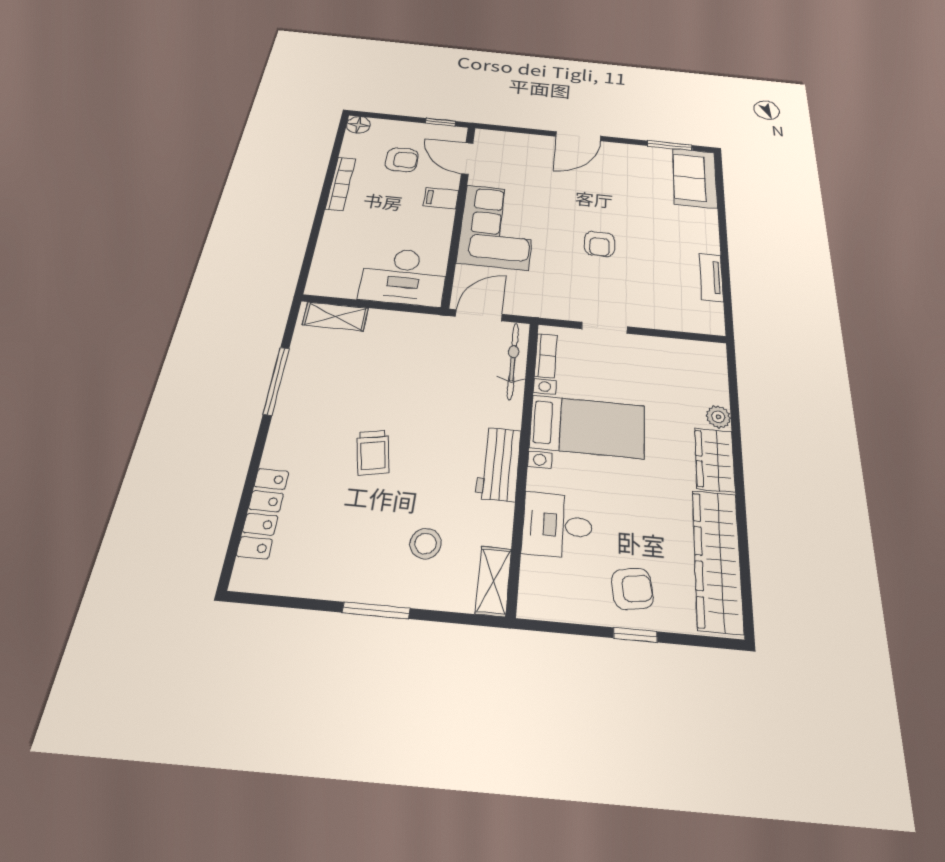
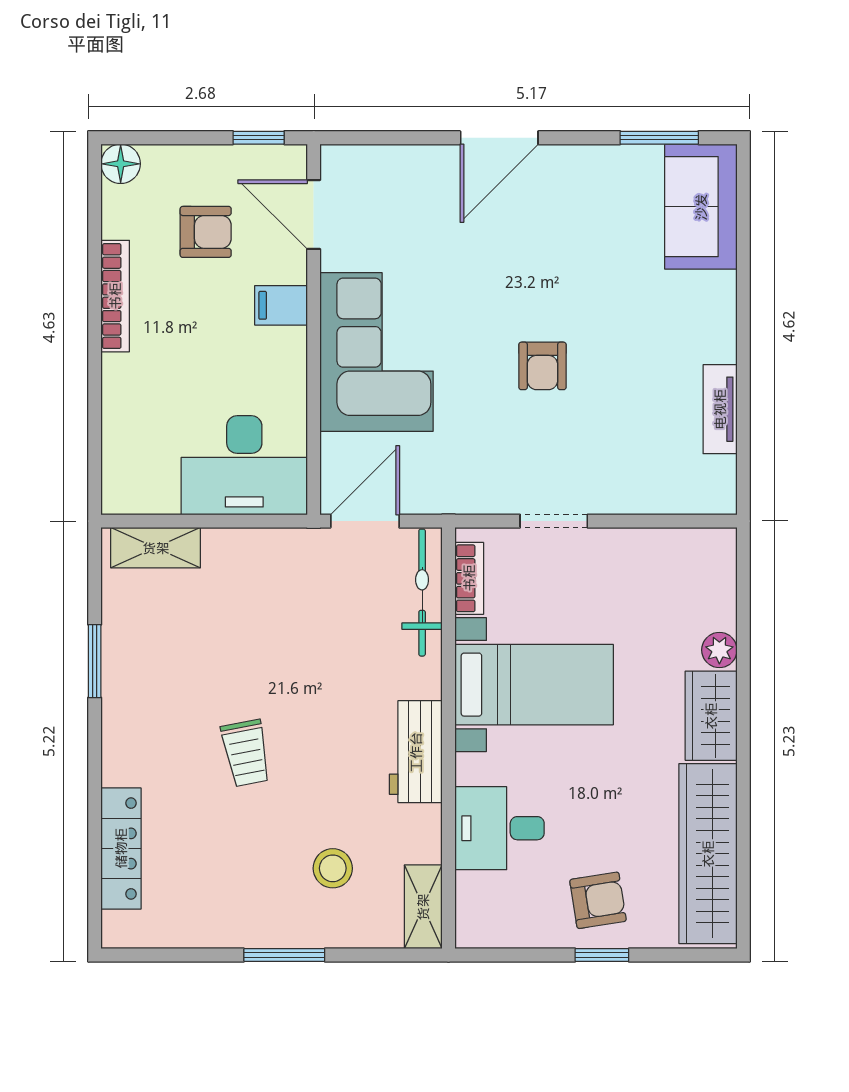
window: (276, 381) -> (95, 661), width x0.69

